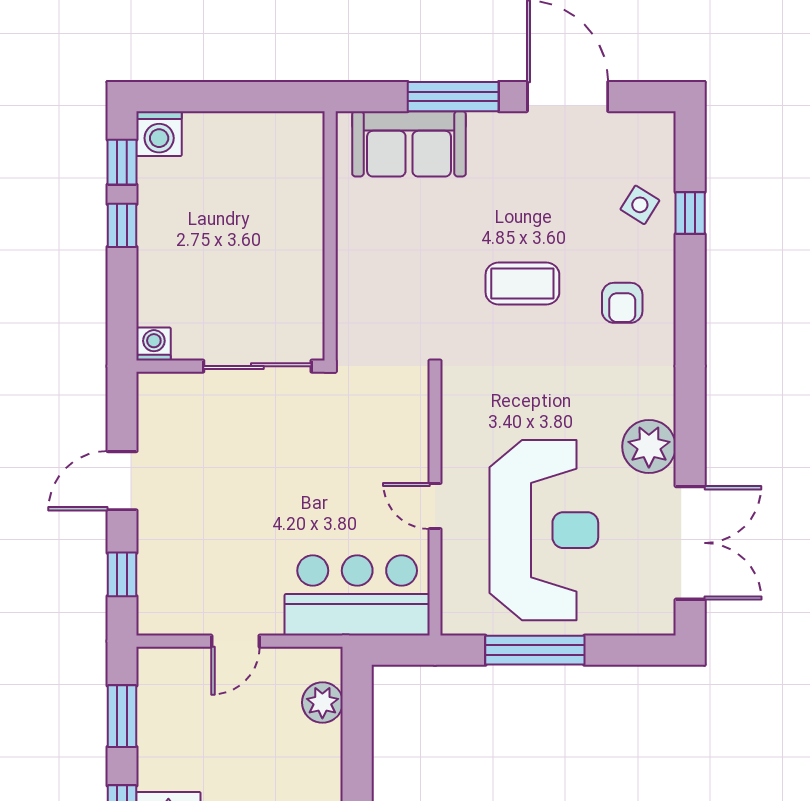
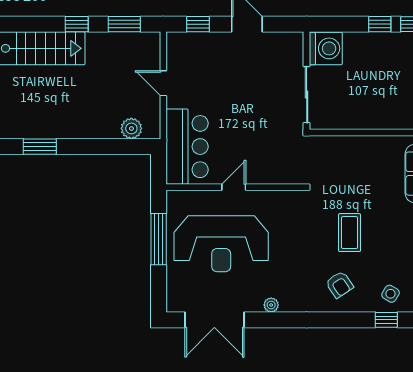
armchair: (622, 303) -> (339, 285), turned -124
washing machine: (154, 344) -> (326, 48), width x1.89, depth x1.89
plant: (649, 447) -> (271, 305), width x0.53, depth x0.53

